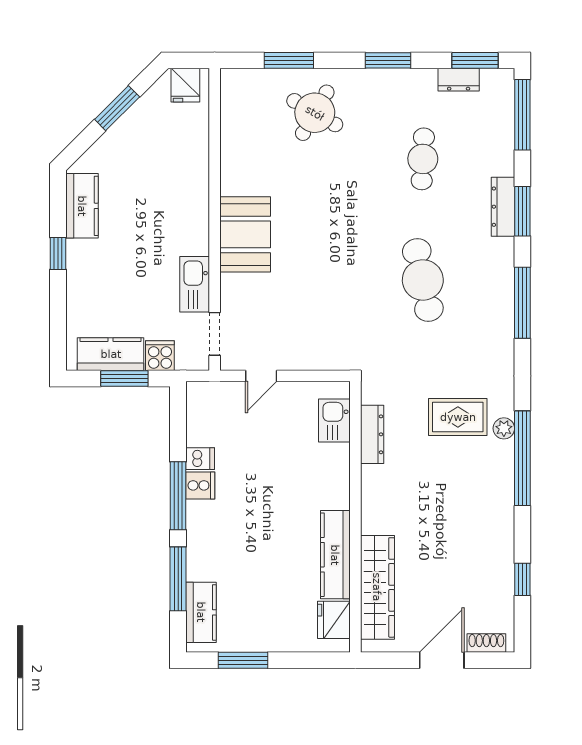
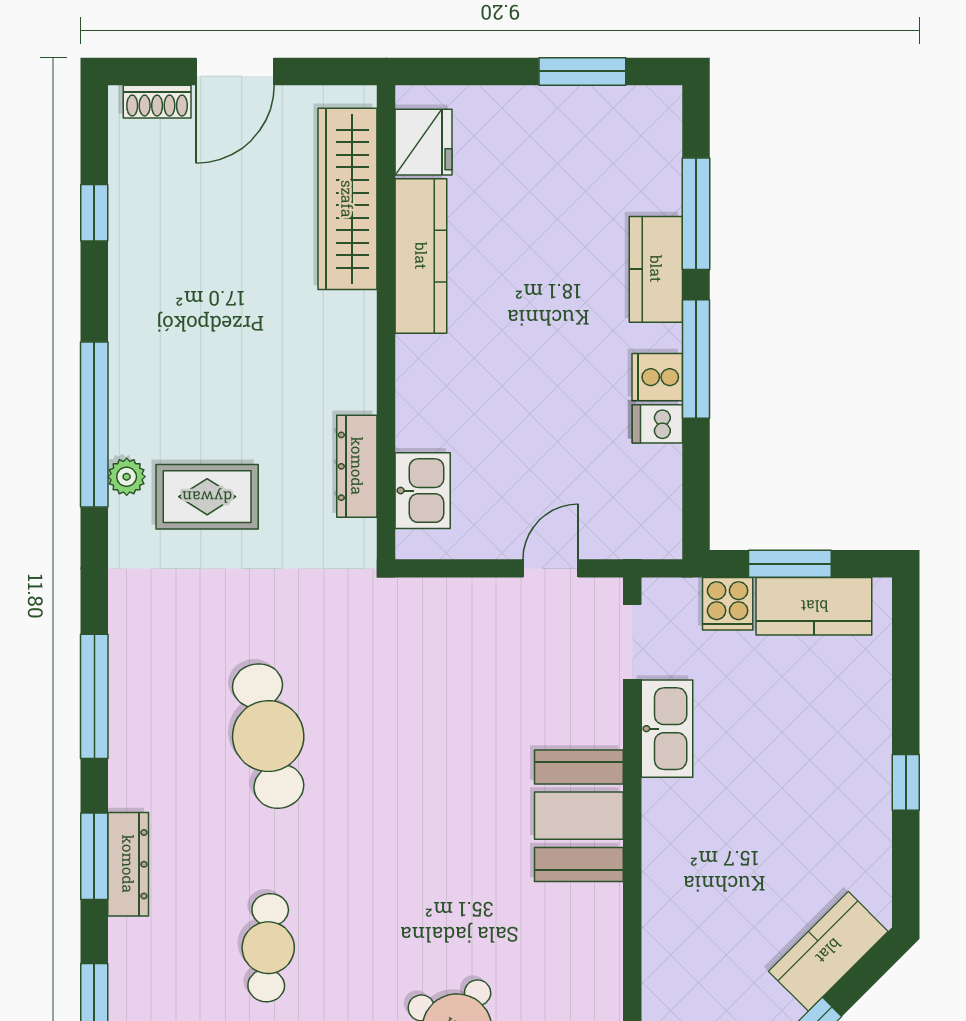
kitchen counter: (82, 206) -> (828, 951), moved, turned 45
kitchen counter: (201, 612) -> (656, 269), moved

